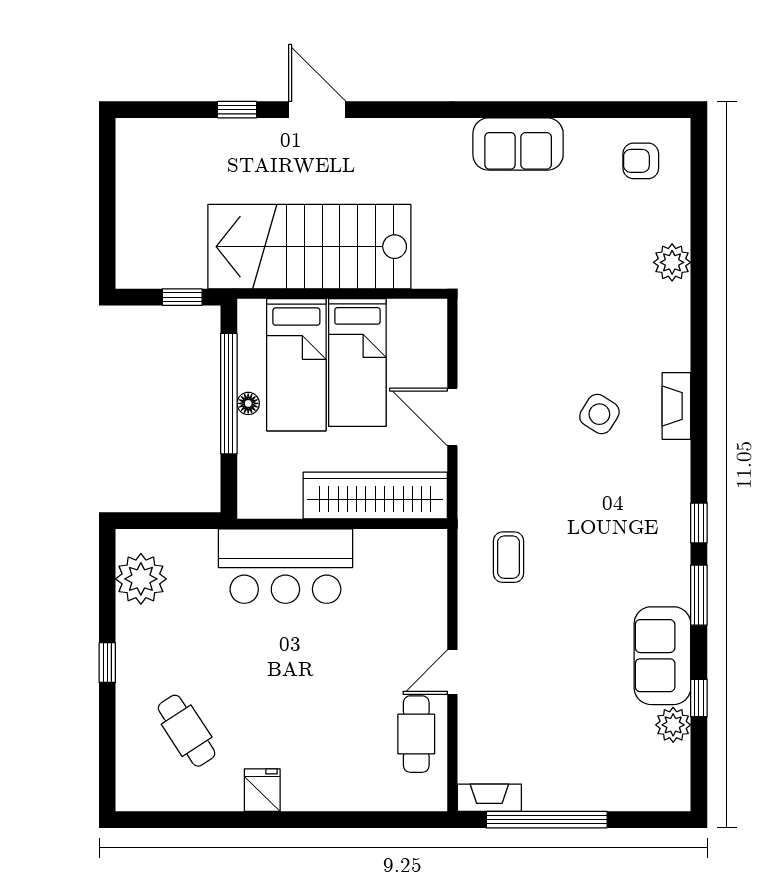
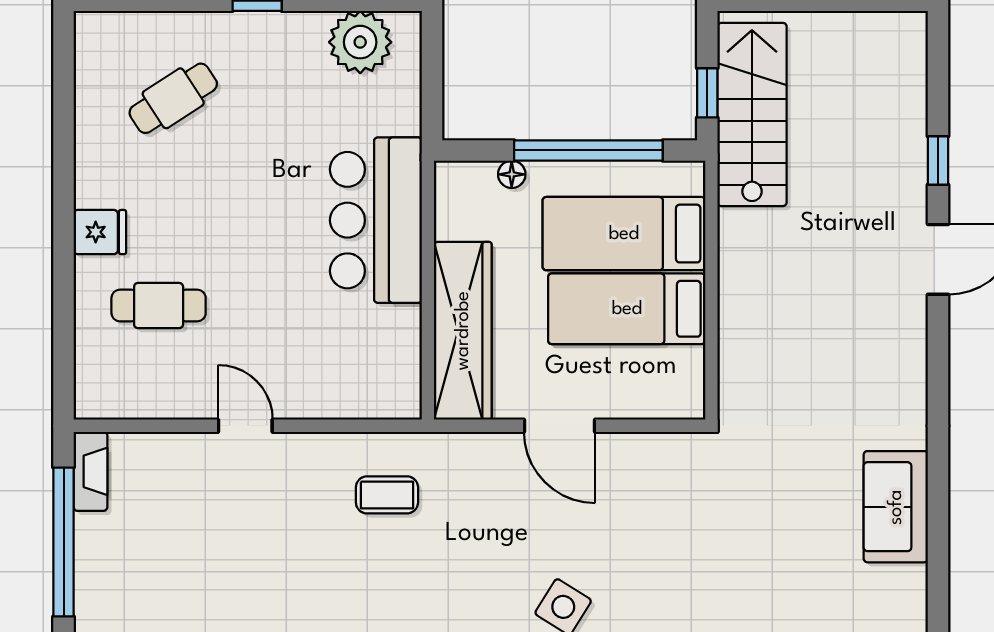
stairs: (309, 247) -> (752, 114), moved, width x0.73, depth x0.66
floor lamp: (248, 403) -> (512, 174), moved
door: (452, 417) -> (560, 426), swing flipped
cafe table: (416, 734) -> (159, 306), moved
fridge: (262, 790) -> (100, 232), moved

